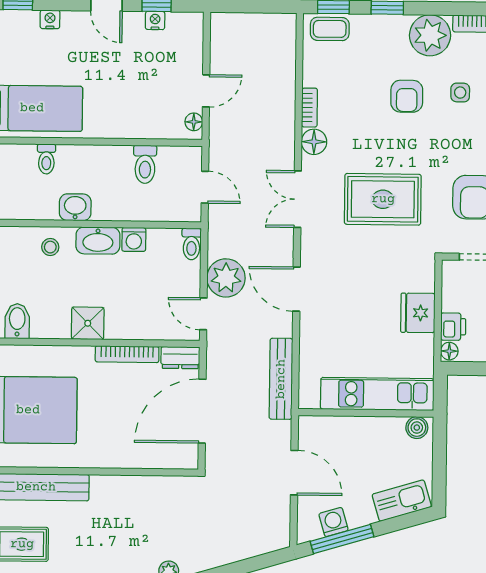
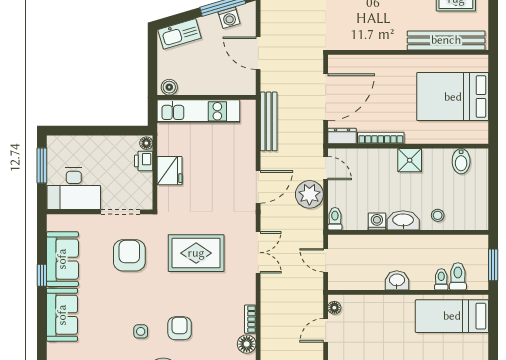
floor lamp: (314, 142) -> (247, 344), moved
toilet: (145, 164) -> (458, 276), moved
washbasin: (75, 207) -> (397, 280), moved, turned 180
door: (296, 289) -> (258, 187), hinge flipped

